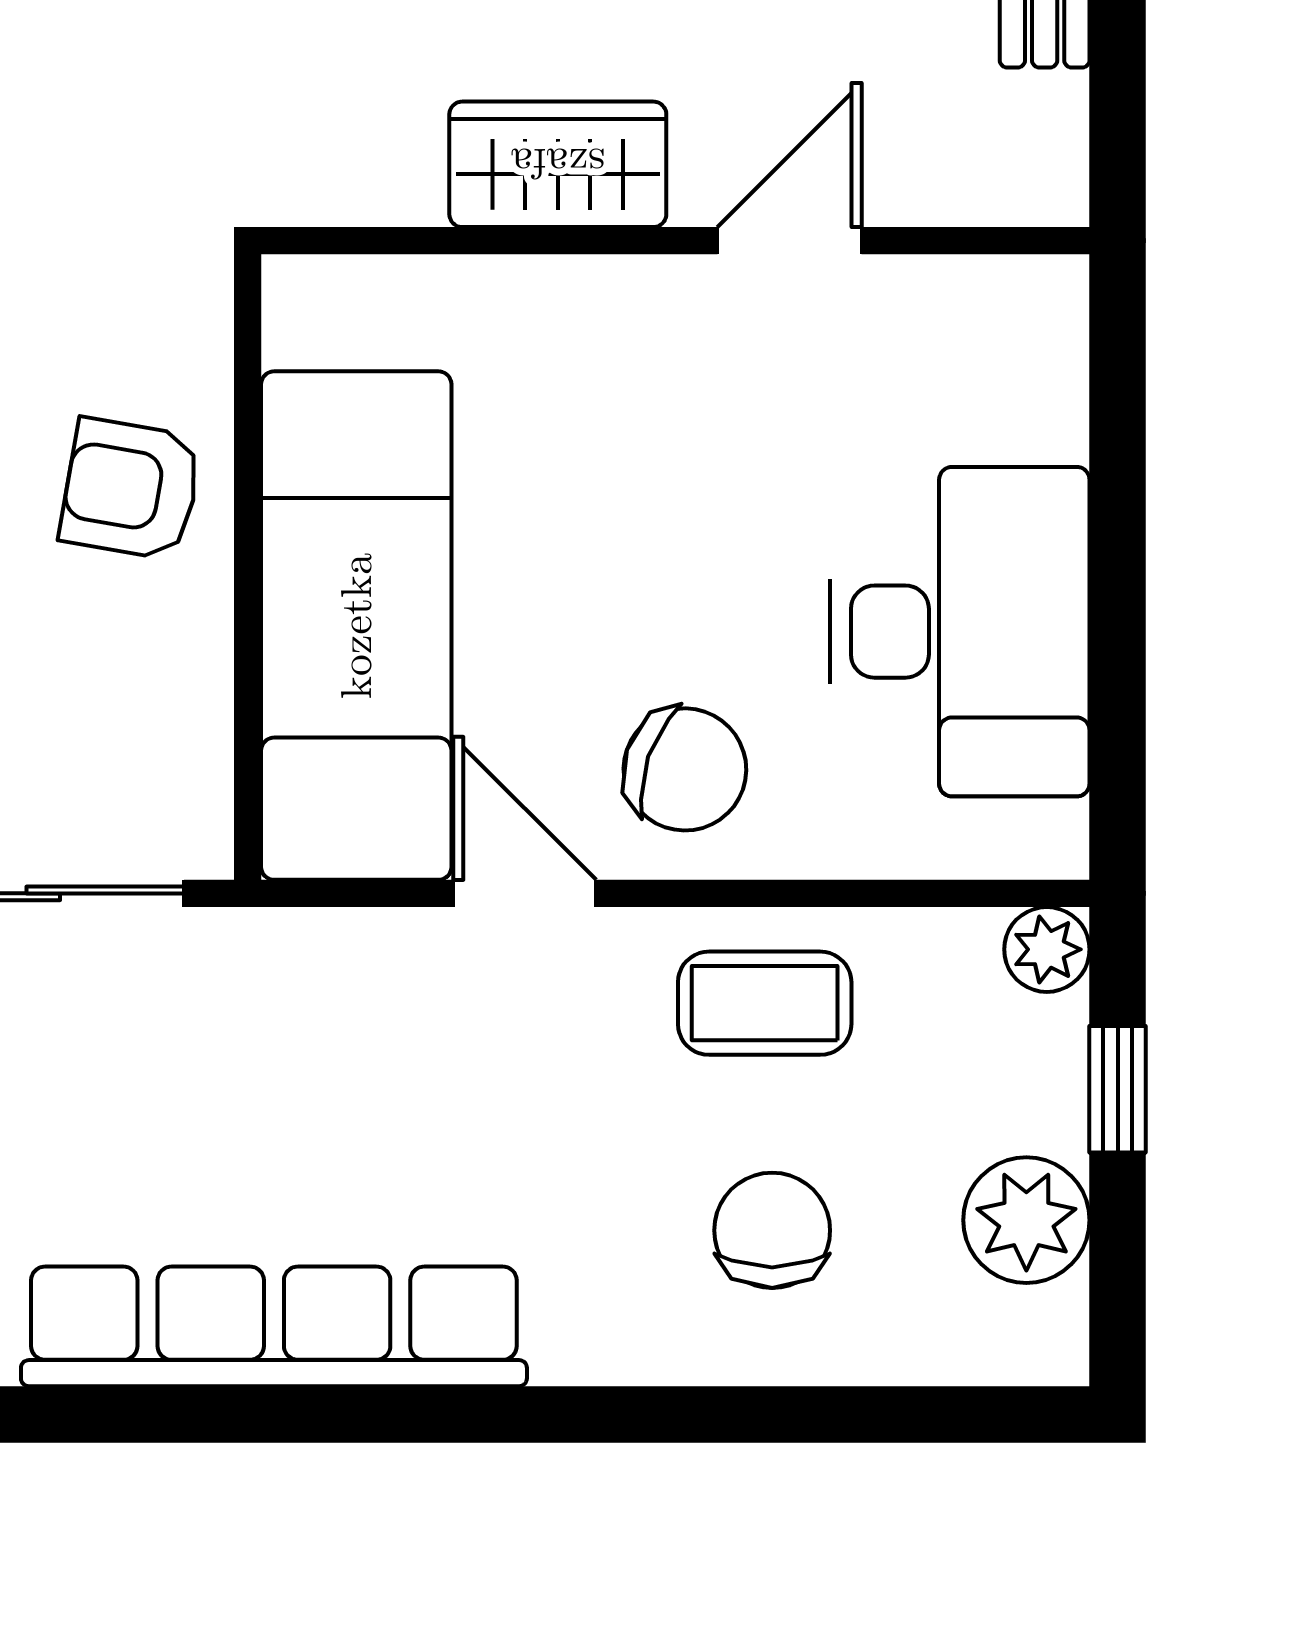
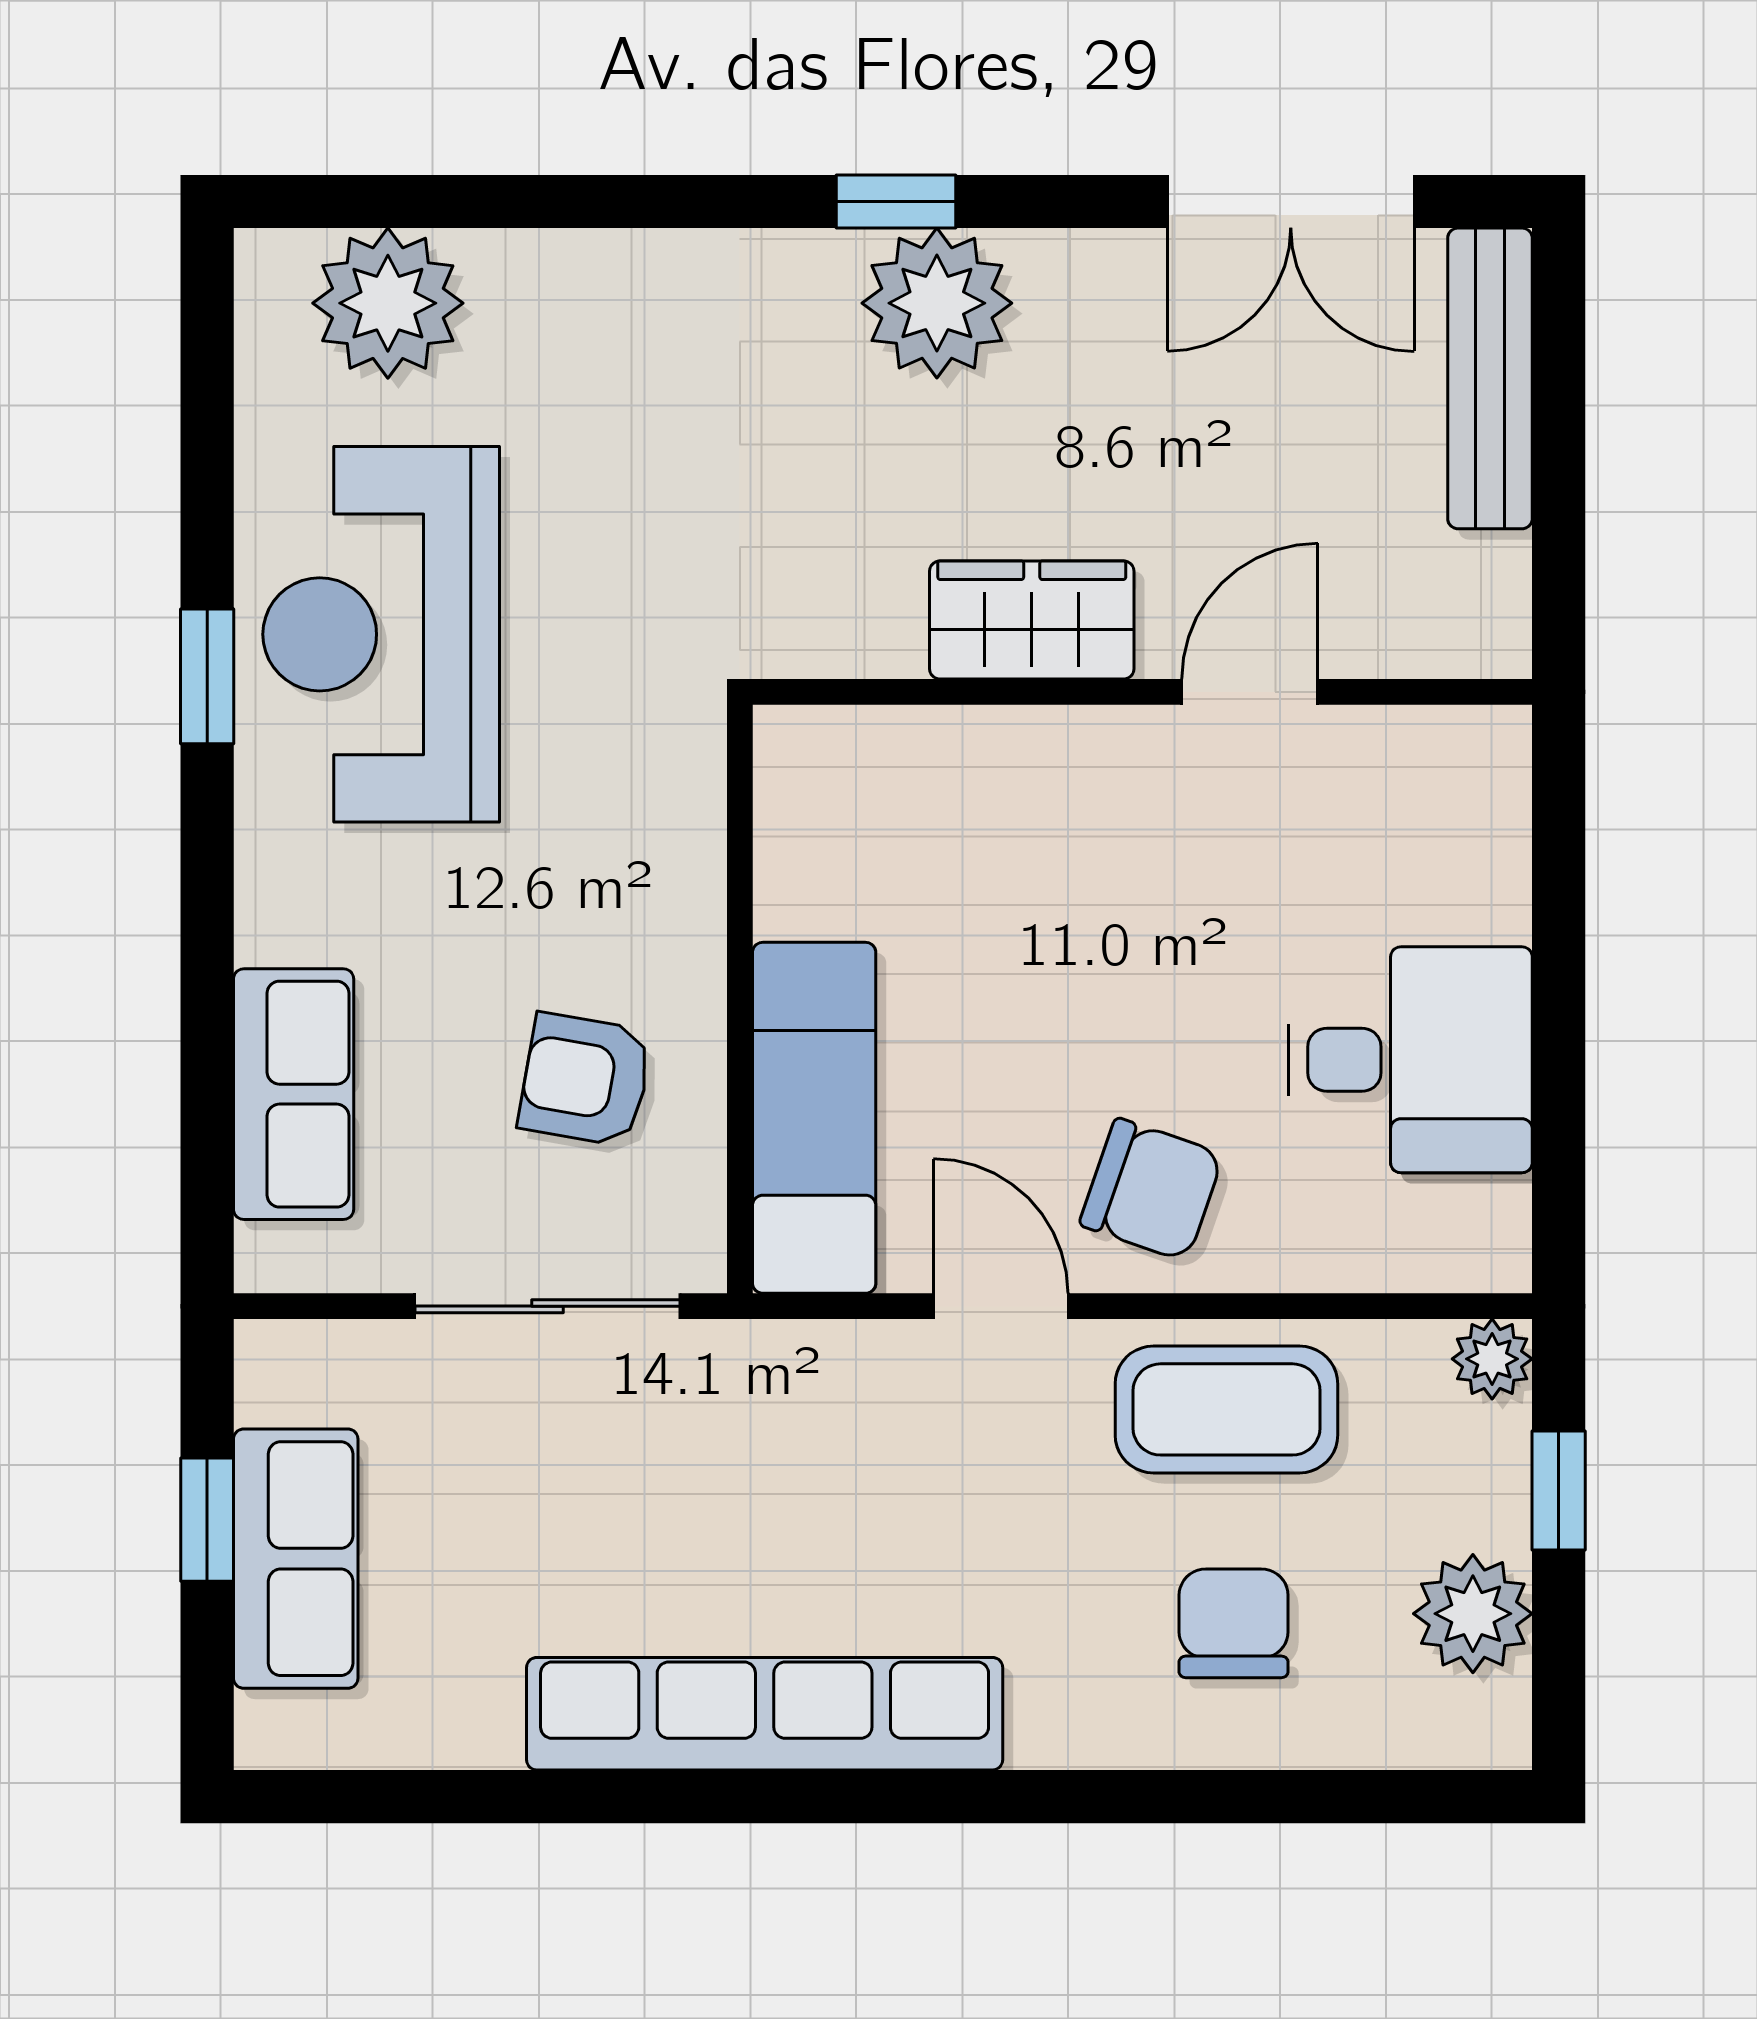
armchair: (131, 489) -> (585, 1080), moved
exam couch: (356, 626) -> (814, 1118), width x0.73, depth x0.69
desk: (960, 632) -> (1410, 1060), width x0.73
coffee table: (765, 1003) -> (1226, 1409), width x1.36, depth x1.30

